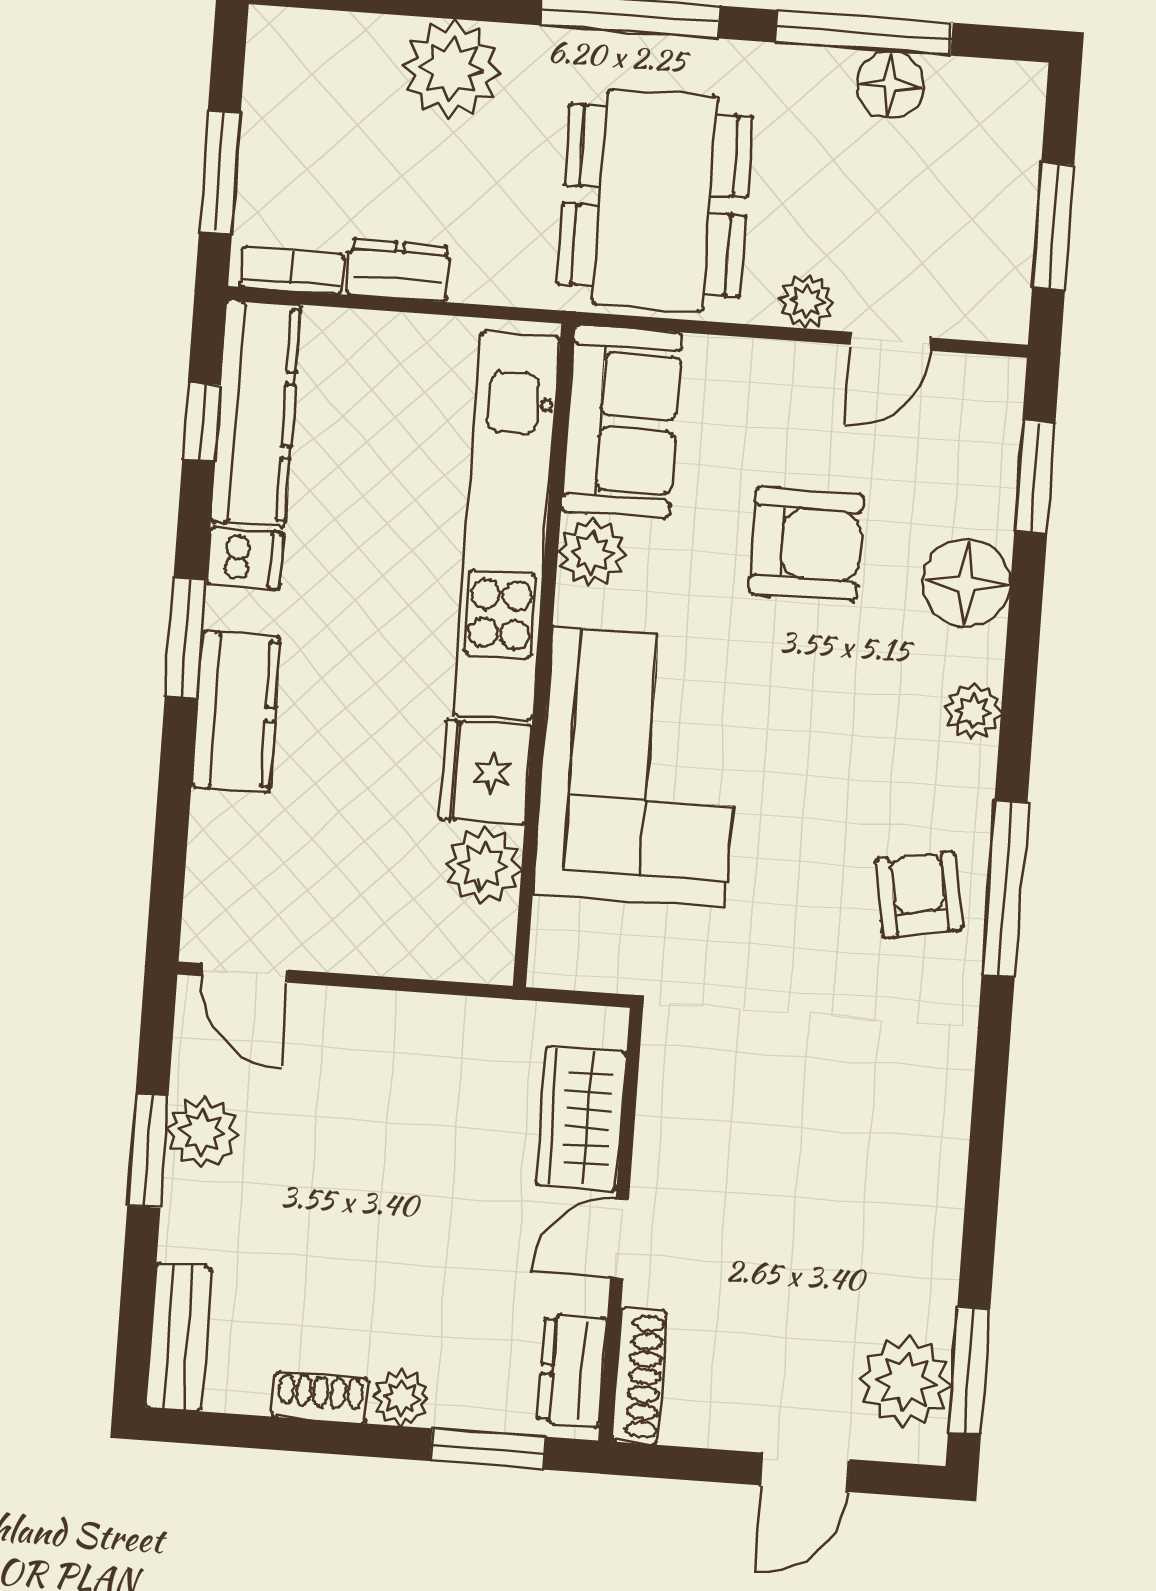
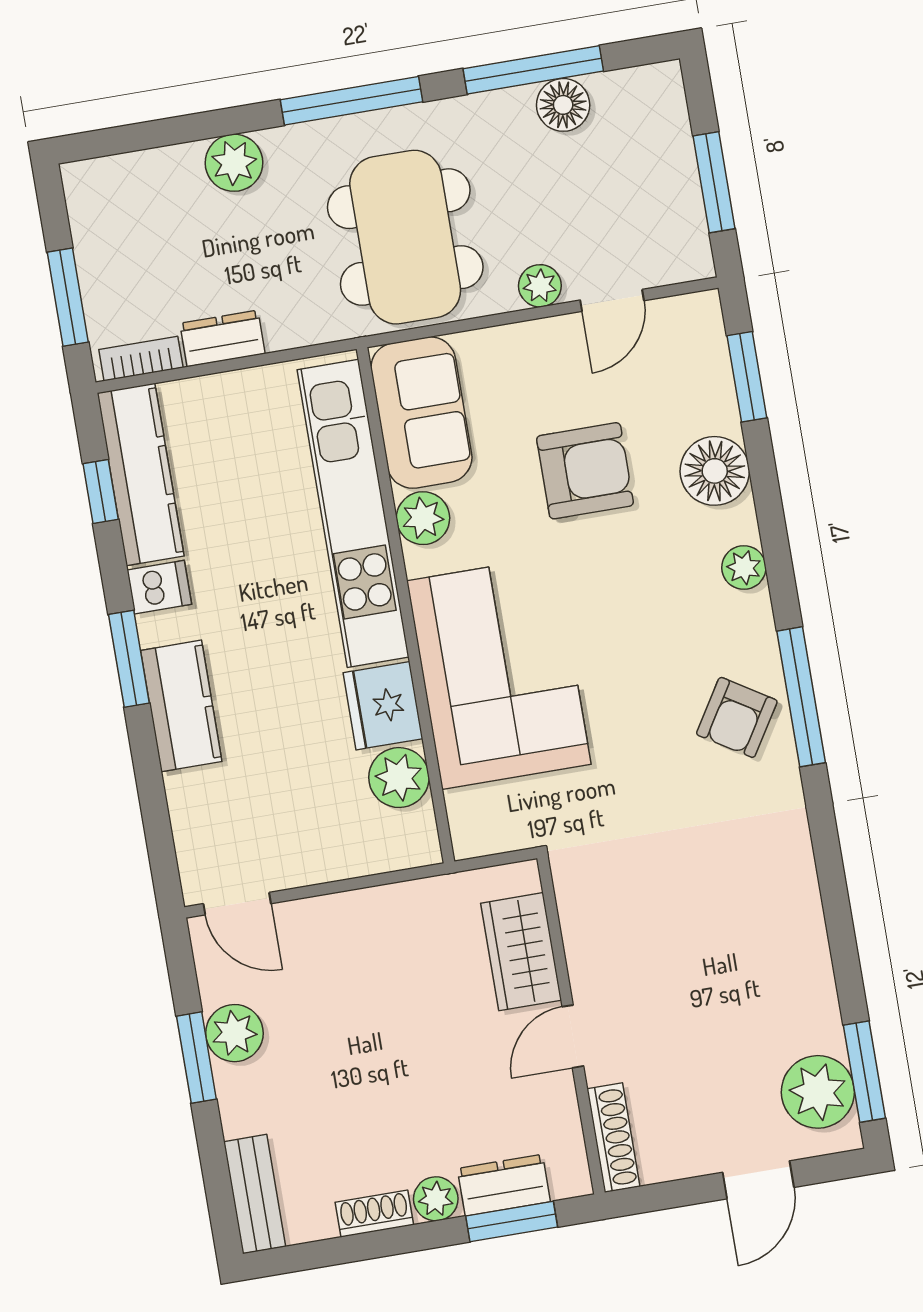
plant: (452, 69) -> (234, 163), width x0.73, depth x0.73
armchair: (919, 894) -> (737, 717), turned -138
dresser: (572, 1371) -> (504, 1185), moved, turned 90

